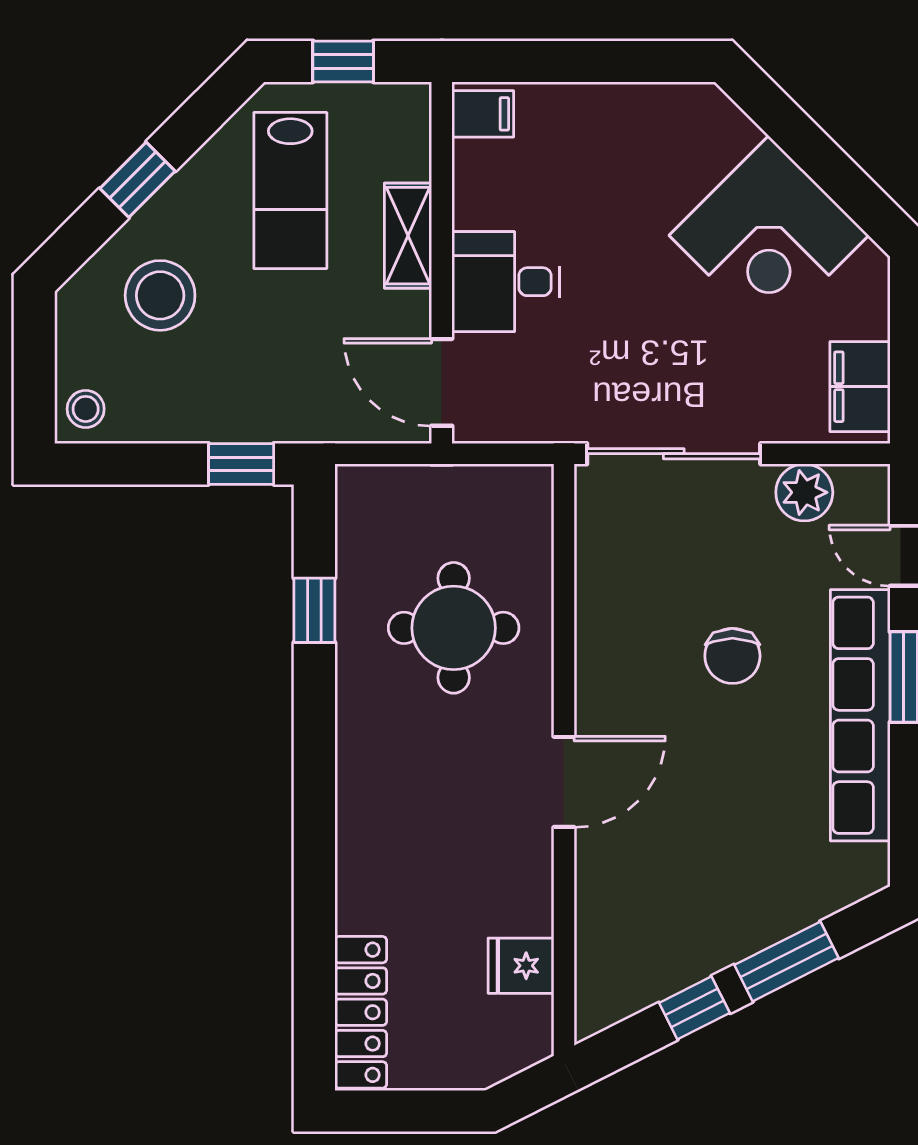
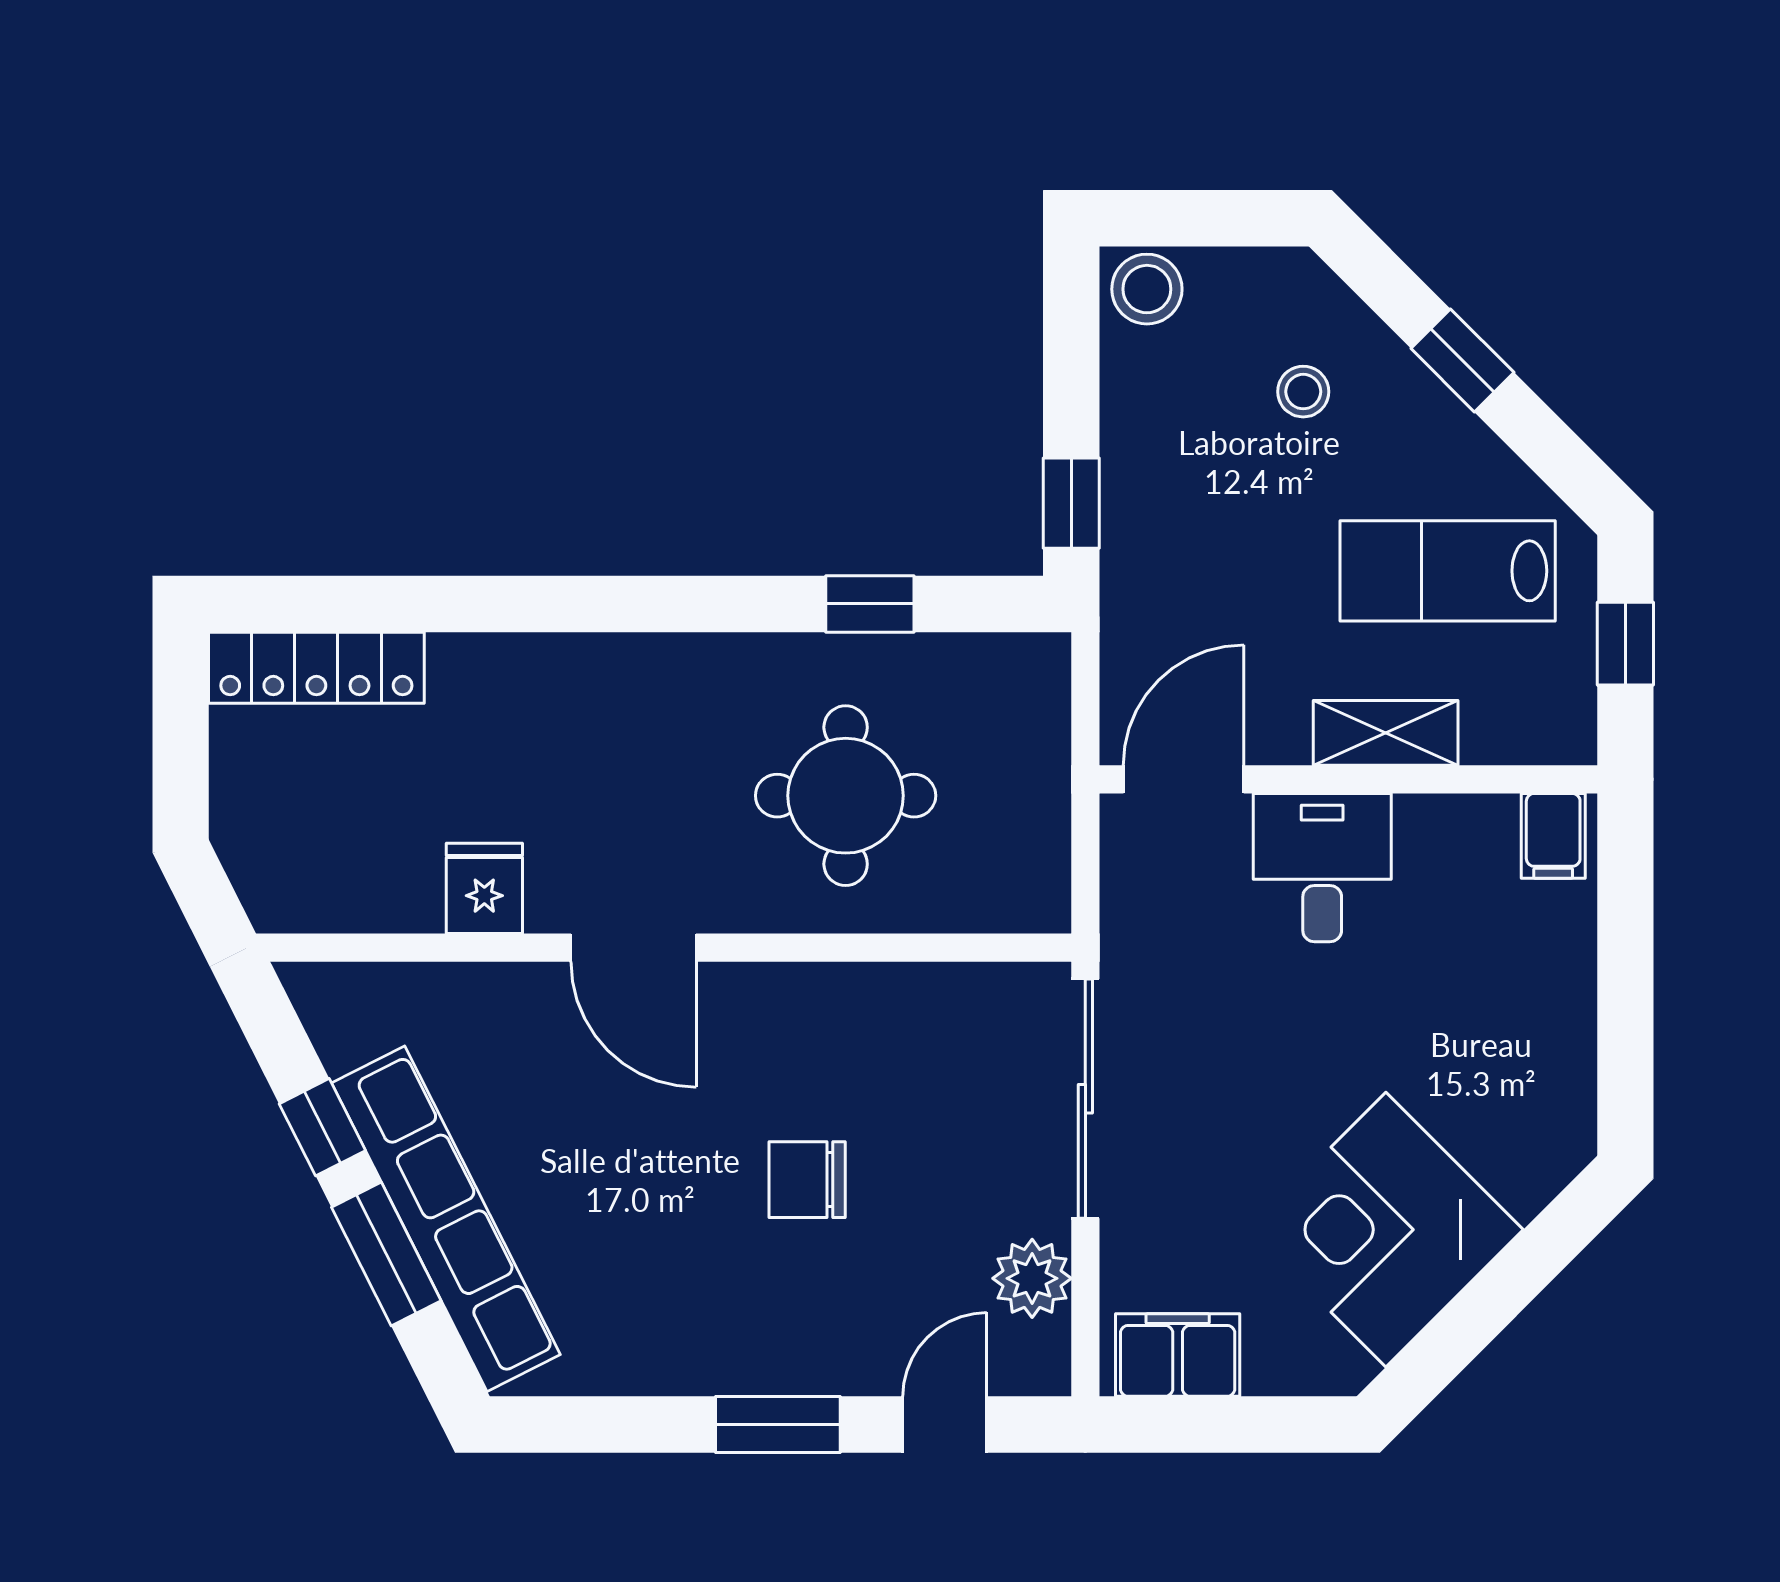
stool: (160, 295) -> (1303, 392), width x0.53, depth x0.53
stool: (86, 409) -> (1147, 289), width x1.37, depth x1.37
row of seats: (860, 715) -> (446, 1219), moved, turned 63
fridge: (521, 966) -> (484, 888), moved

